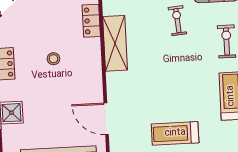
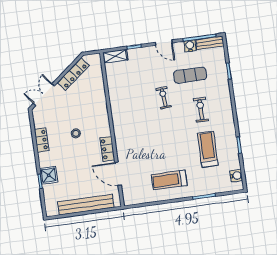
locker: (91, 21) -> (107, 149), moved
shelving: (115, 43) -> (120, 118), removed

